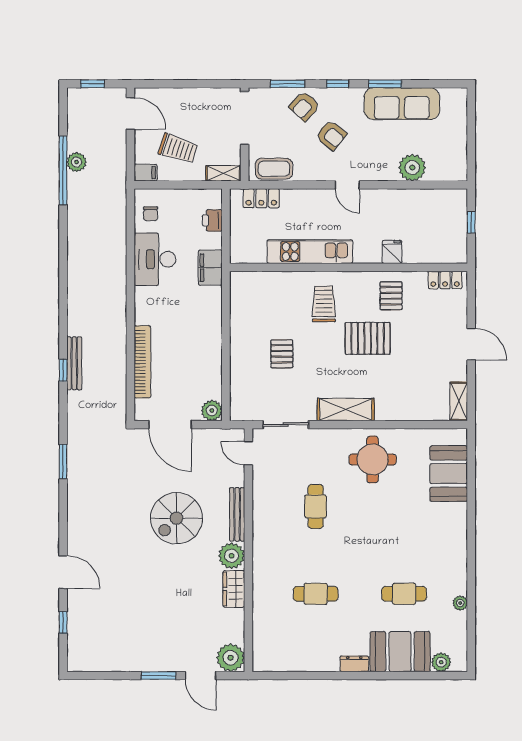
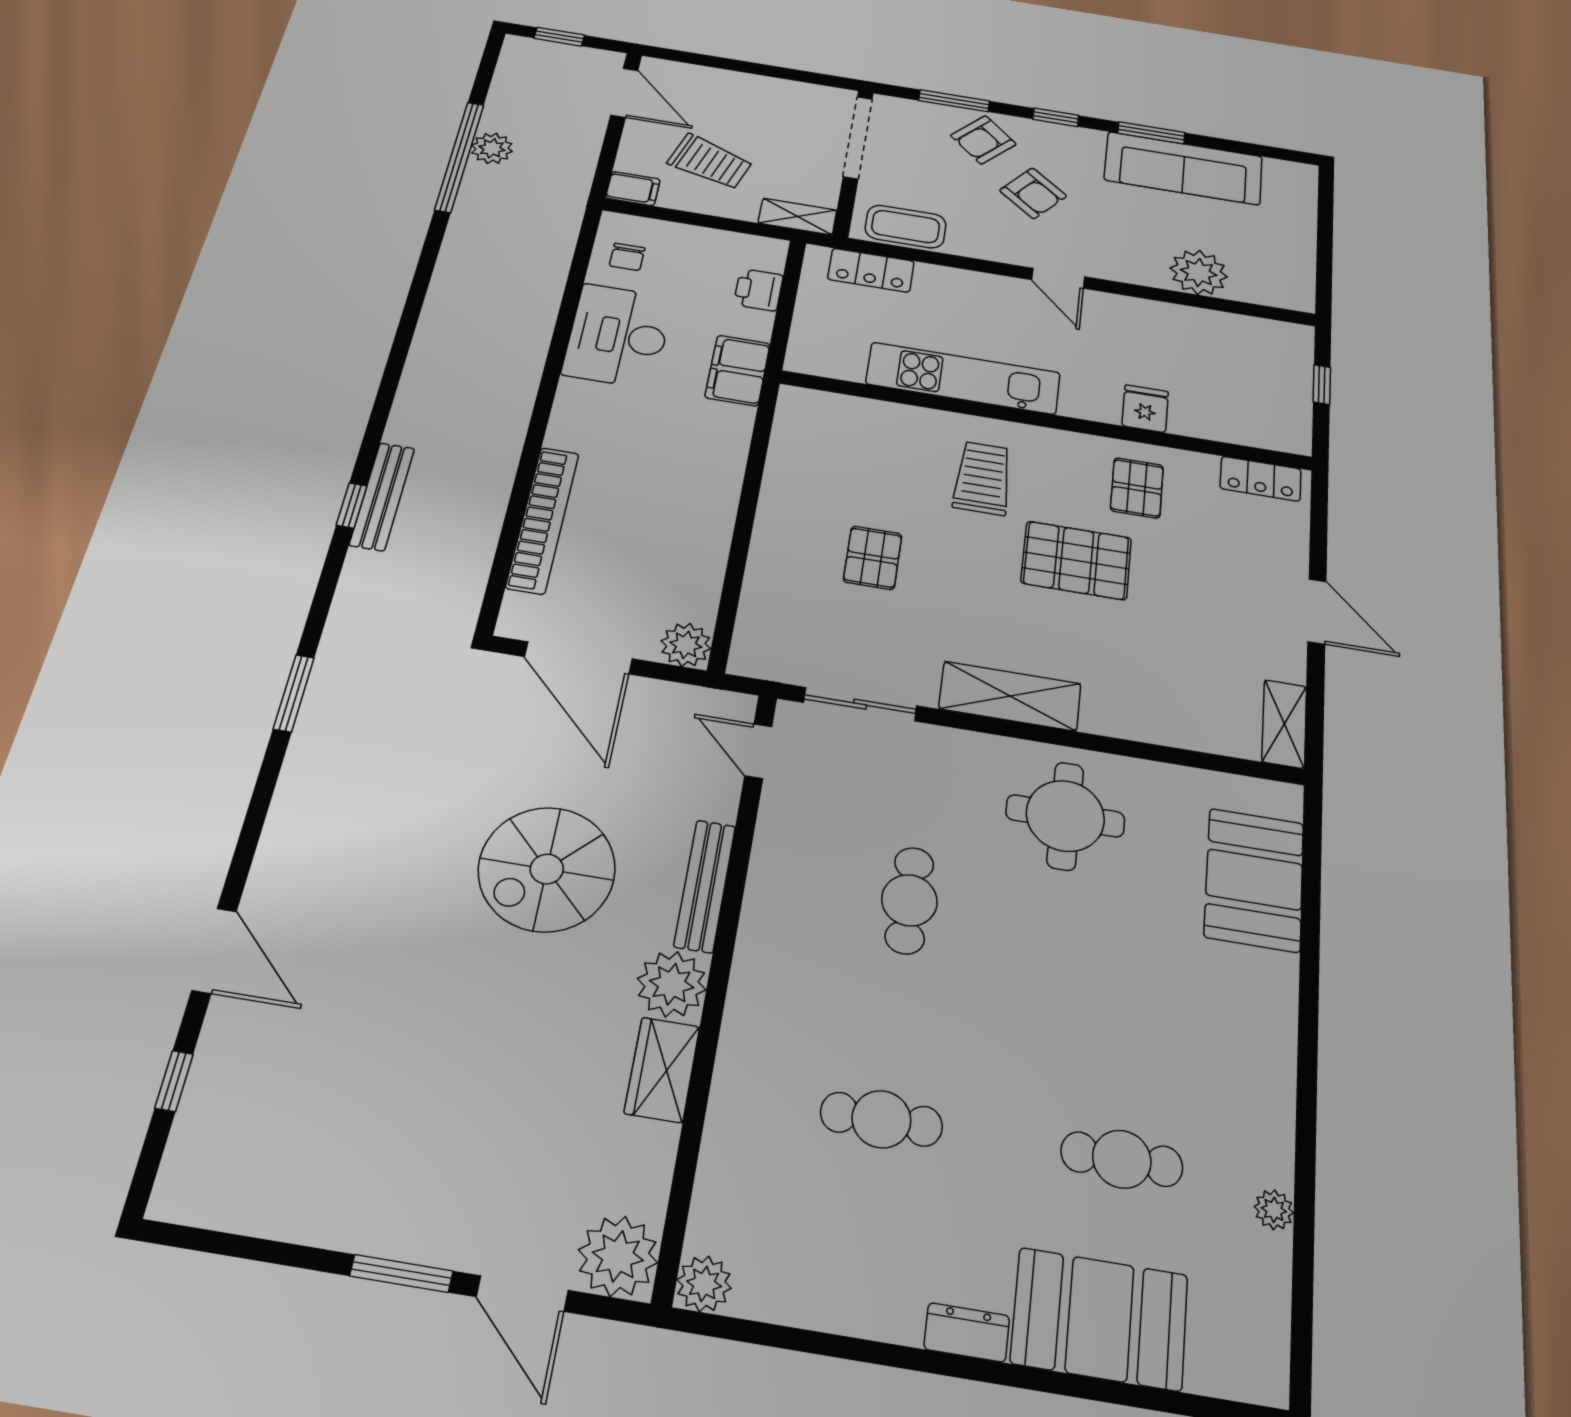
plant: (441, 662) -> (704, 1284), moved

